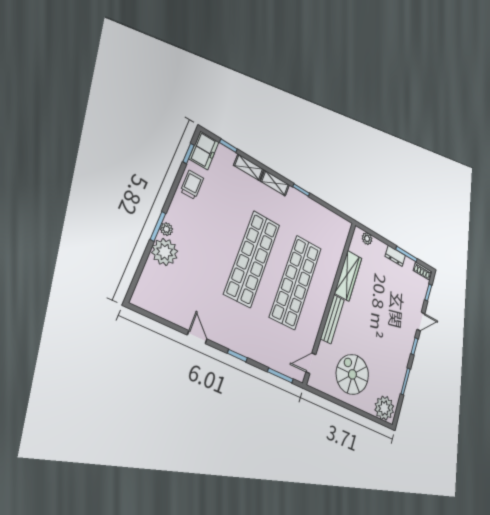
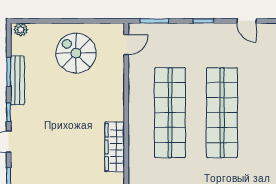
bench: (332, 319) -> (17, 80), moved
spiral stairs: (352, 374) -> (76, 53), turned 180
plant: (384, 408) -> (21, 30), width x0.53, depth x0.53

